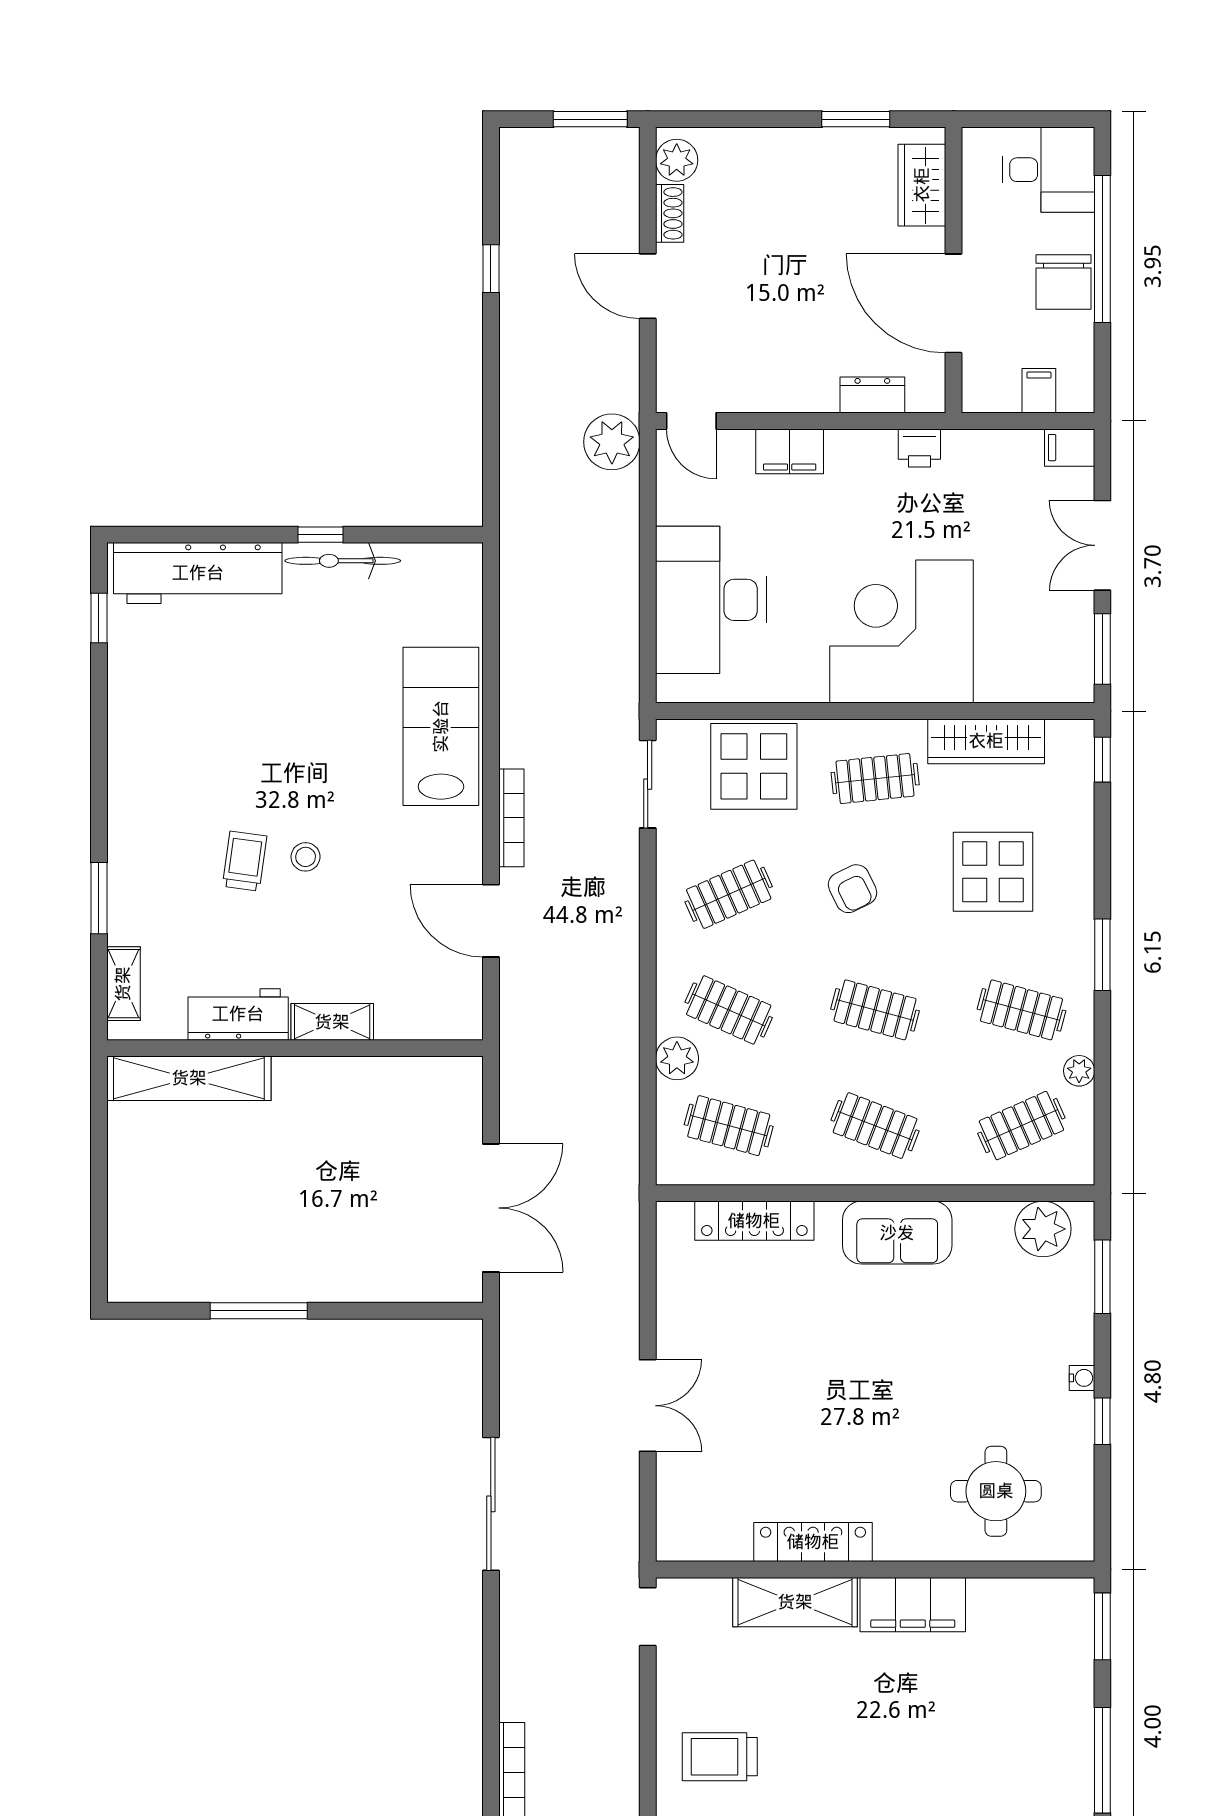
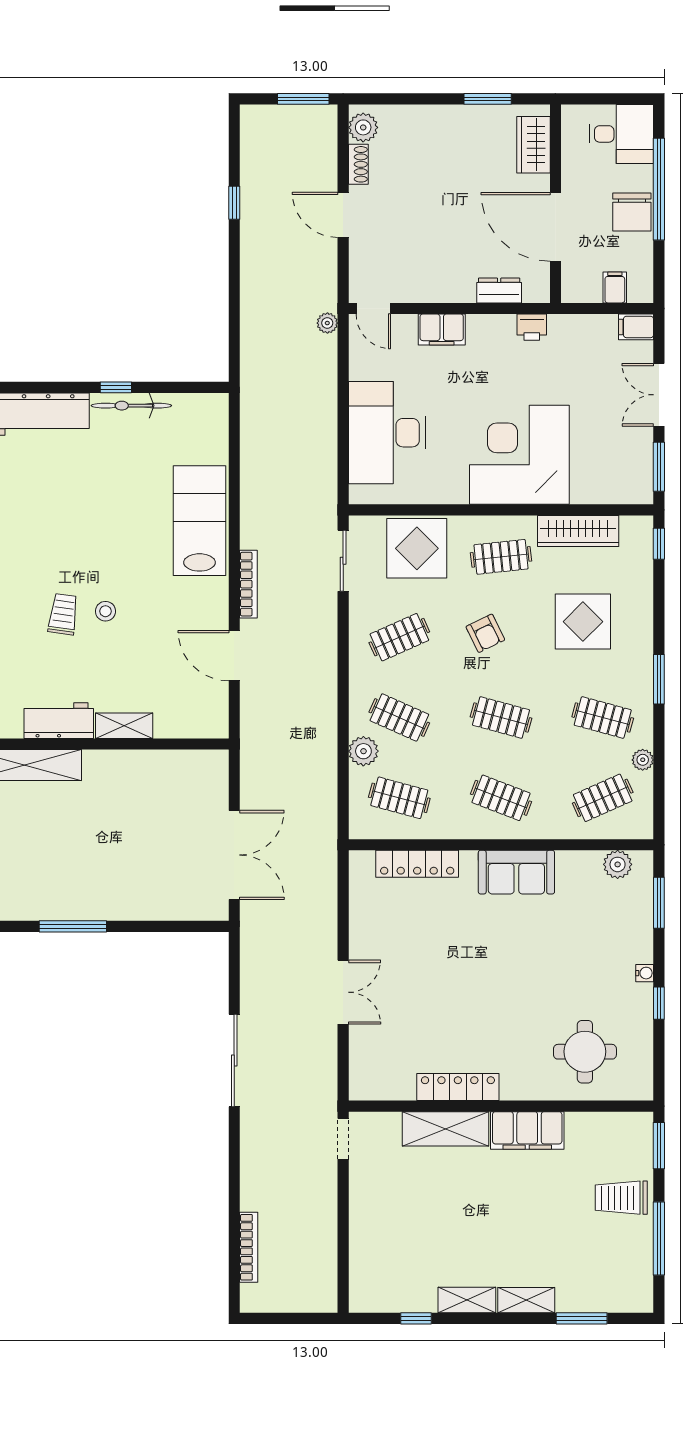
plant: (612, 442) -> (327, 323), width x0.53, depth x0.53
plant: (1043, 1229) -> (618, 864), width x0.73, depth x0.73
trolley: (720, 1757) -> (621, 1198), moved

